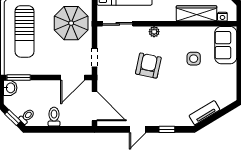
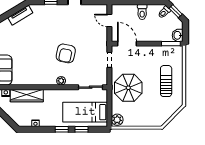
sun lounger: (24, 31) -> (166, 81), width x0.73, depth x0.75
side table: (194, 59) -> (29, 59), removed
door: (73, 78) -> (127, 44), hinge flipped
door: (95, 106) -> (109, 20), width x0.53

